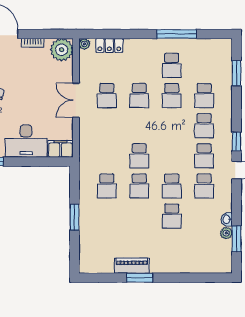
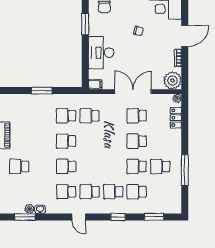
double door: (76, 100) -> (133, 92), width x1.37
window: (236, 141) -> (118, 217), moved
filing cabinet: (60, 149) -> (95, 84), width x0.50
school desk: (139, 156) -> (90, 116), moved
school desk: (172, 216) -> (19, 166), moved

